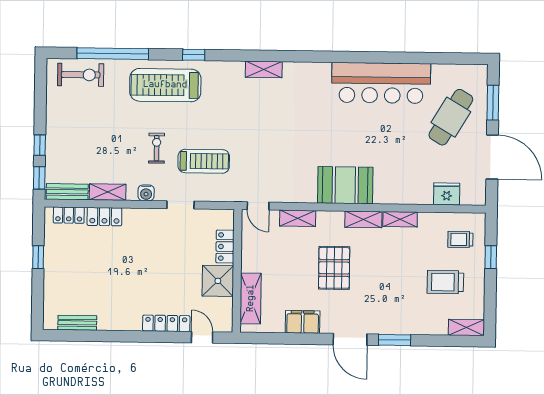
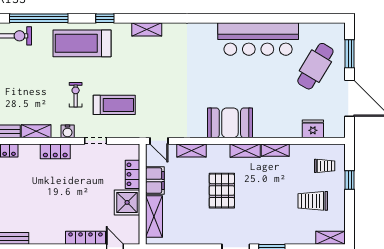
shelving: (264, 69) -> (147, 29), moved
locker: (104, 217) -> (55, 151), moved
trolley: (460, 239) -> (325, 166), turned 180
filing cabinet: (303, 322) -> (155, 180), moved, turned 90

